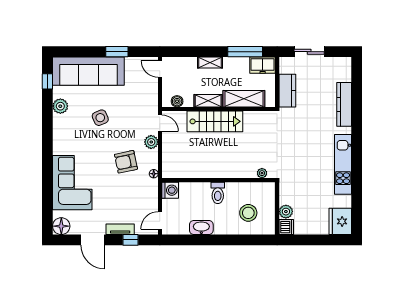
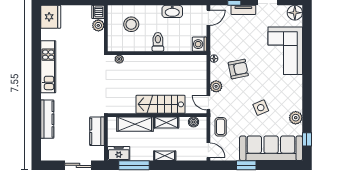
coffee table: (146, 96) -> (221, 127), added

